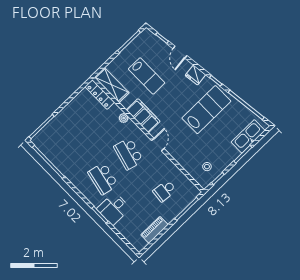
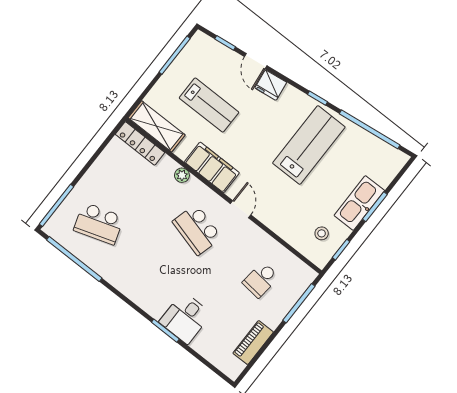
fridge: (195, 75) -> (271, 85), moved
kitchen sink: (248, 136) -> (359, 203), moved
school desk: (103, 179) -> (99, 224), moved, turned -30

